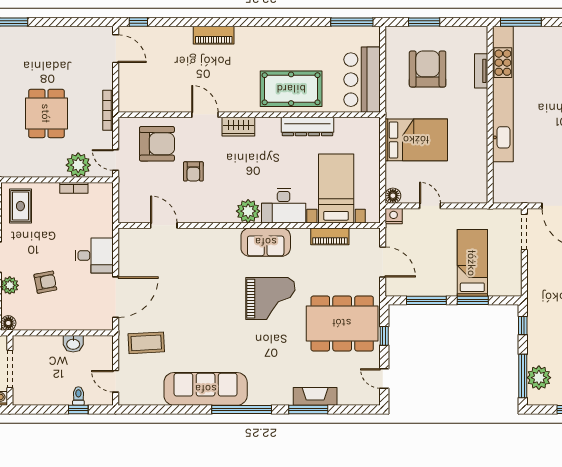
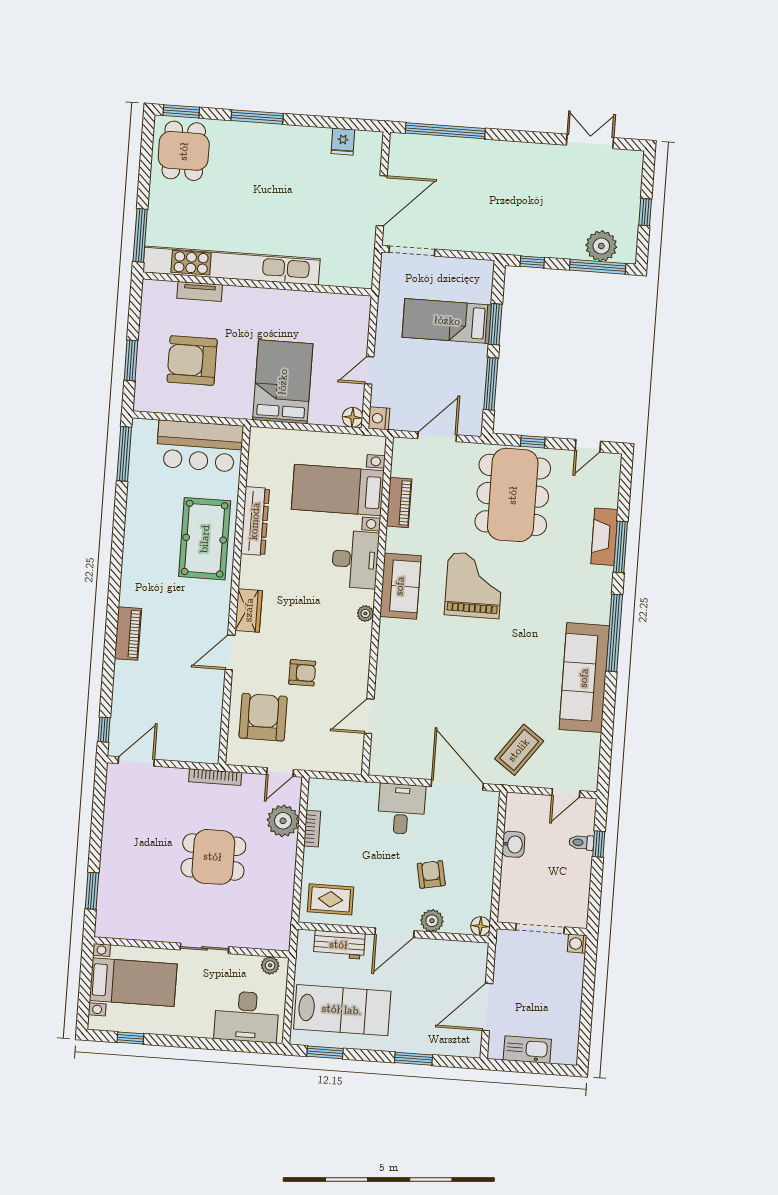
plant: (248, 211) -> (365, 613), width x0.53, depth x0.53
coffee table: (146, 343) -> (519, 750), turned 39

